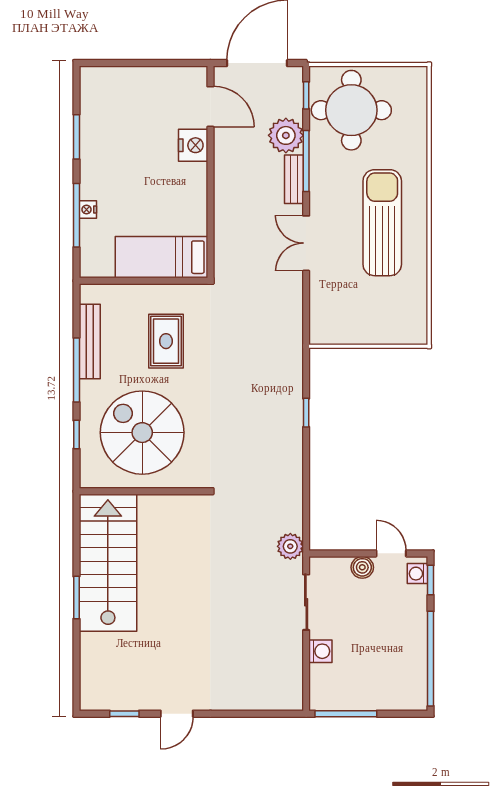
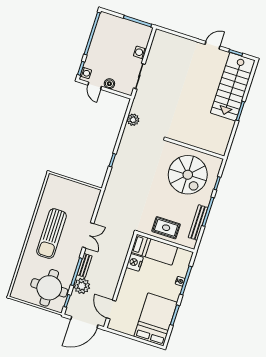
bed: (113, 116) -> (156, 319), added
nightstand: (193, 145) -> (135, 262), moved
rug: (166, 341) -> (166, 228), moved, turned 90
plant: (290, 546) -> (133, 120), moved
stairs: (108, 563) -> (233, 87), moved

